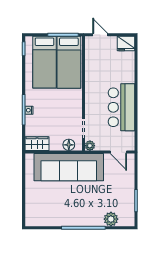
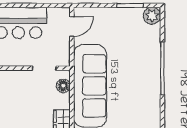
plant: (90, 146) -> (64, 60), removed
plant: (111, 219) -> (152, 16), moved

